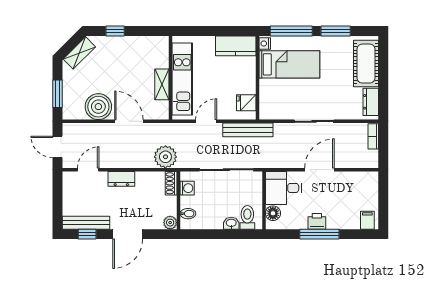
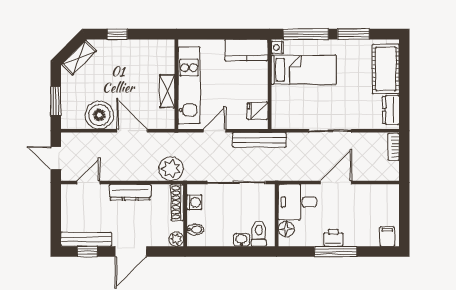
dresser: (121, 179) -> (130, 192), width x1.44
shoe rack: (171, 183) -> (177, 202), width x1.43

